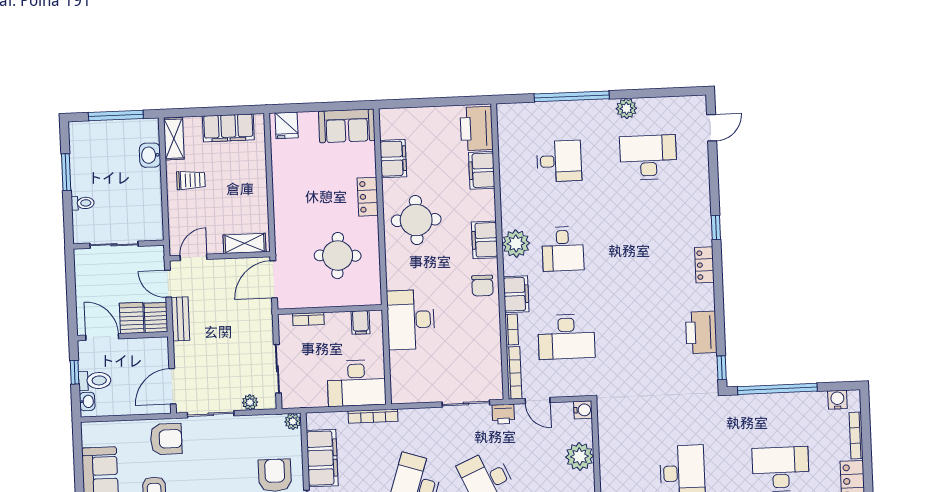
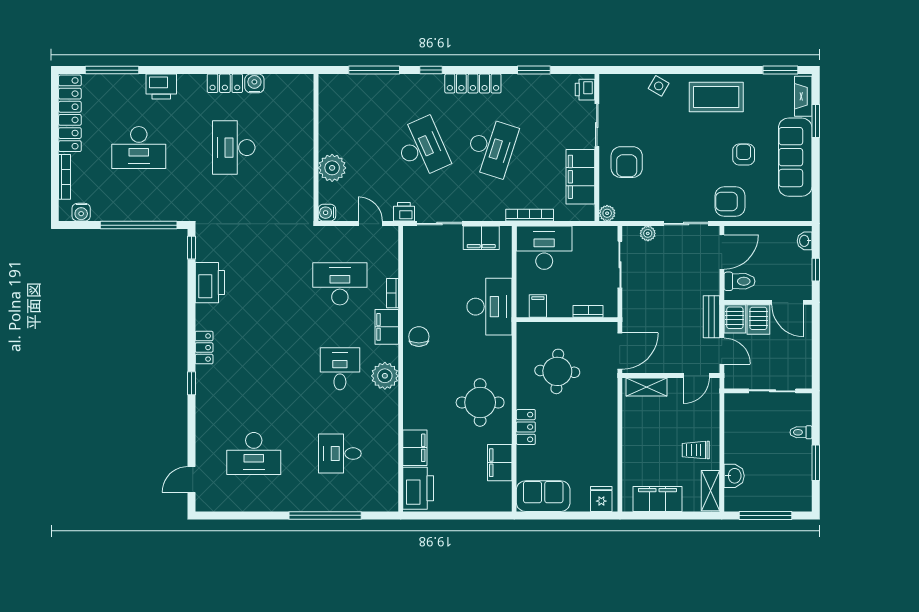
plant: (626, 108) -> (273, 502), removed
filing cabinet: (485, 240) -> (481, 238), moved, turned 90
bookcase: (514, 373) -> (392, 251), removed
toilet: (95, 381) -> (739, 281), moved, turned 180

